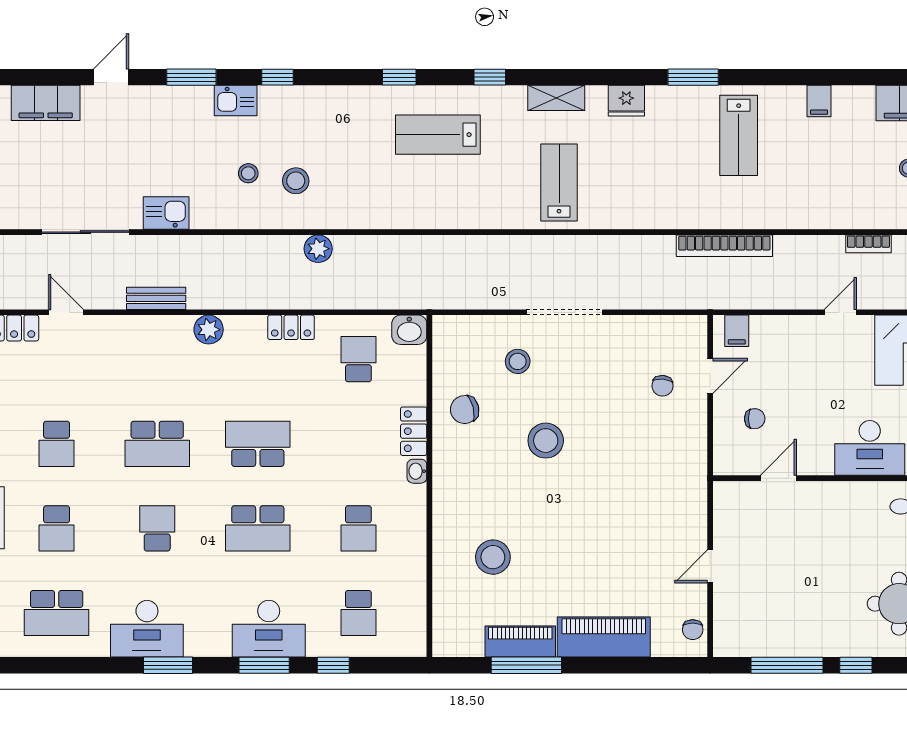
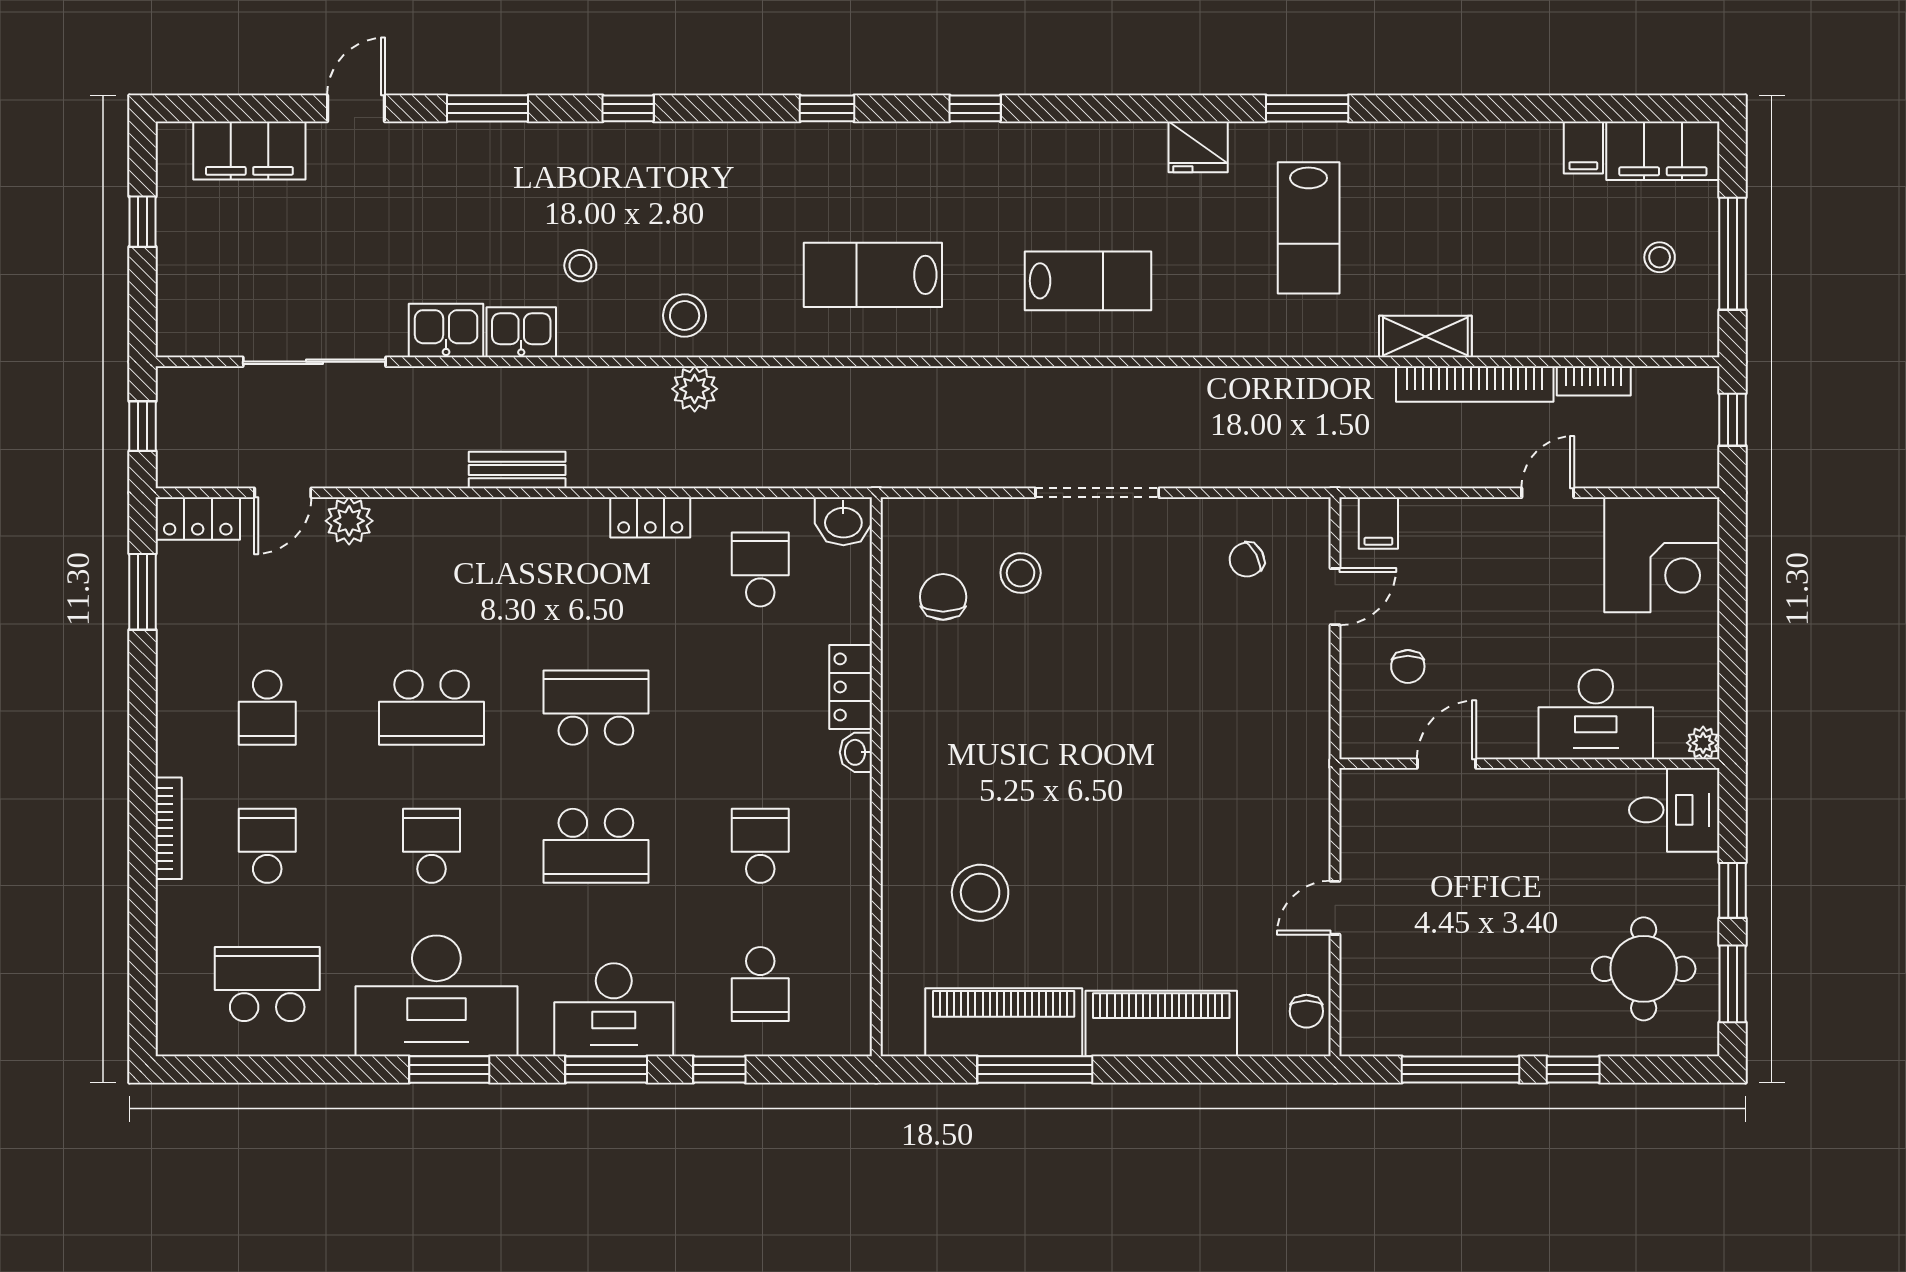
shelving: (556, 98) -> (1425, 337), moved
kitchen sink: (236, 100) -> (521, 332), moved, turned 180
filing cabinet: (819, 101) -> (1583, 148), moved
lab bench: (438, 135) -> (873, 275), moved
lab bench: (739, 135) -> (1309, 228), moved
stool: (296, 181) -> (685, 315), moved
lab bench: (559, 183) -> (1088, 281), turned 90
bookcase: (724, 246) -> (1475, 384), moved
bench: (156, 298) -> (517, 470), moved
door: (66, 312) -> (283, 493), swing flipped
plant: (209, 330) -> (349, 521), moved
chair: (662, 386) -> (1247, 560), moved, turned 57
chair: (465, 410) -> (943, 597), moved, turned 104
chair: (755, 419) -> (1408, 667), turned 90
stool: (546, 441) -> (1066, 702), removed
school desk: (57, 528) -> (267, 846), turned 180
school desk: (358, 528) -> (760, 846), turned 180
school desk: (57, 613) -> (267, 984), turned 180
desk: (147, 629) -> (436, 996), width x1.36, depth x1.30
piano: (520, 642) -> (1004, 1022), width x1.37, depth x1.33

